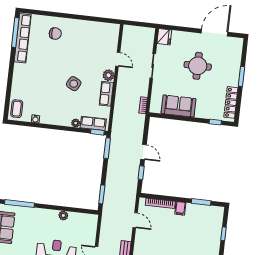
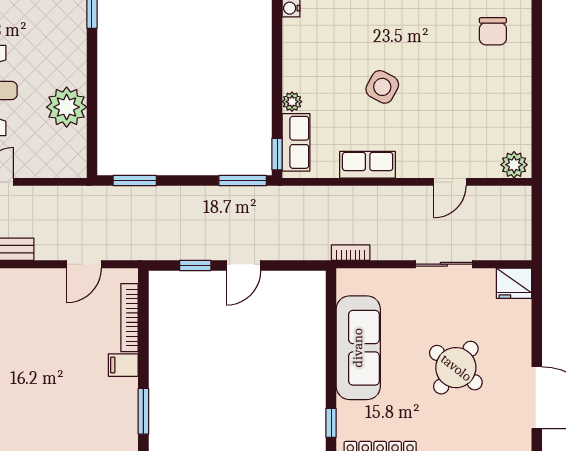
round table: (198, 66) -> (456, 368), turned 38
plant: (108, 75) -> (514, 165), moved
sofa: (178, 106) -> (358, 348), width x1.36
plant: (63, 216) -> (67, 107), width x1.88, depth x1.88

